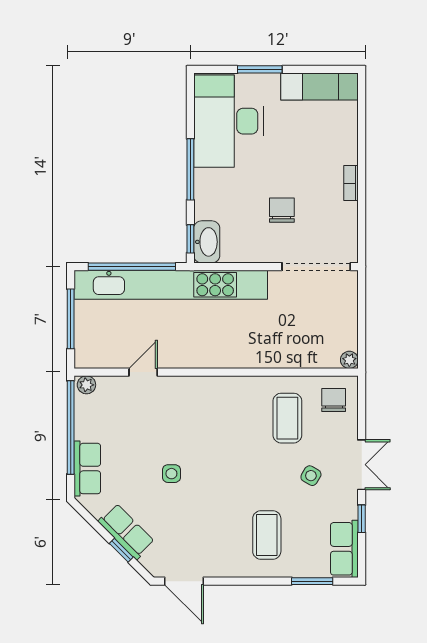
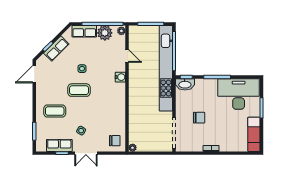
water cooler: (190, 387) -> (120, 77), added
coffee table: (287, 418) -> (79, 90), moved
plant: (91, 422) -> (105, 33), added
row of seats: (344, 549) -> (59, 145), moved

